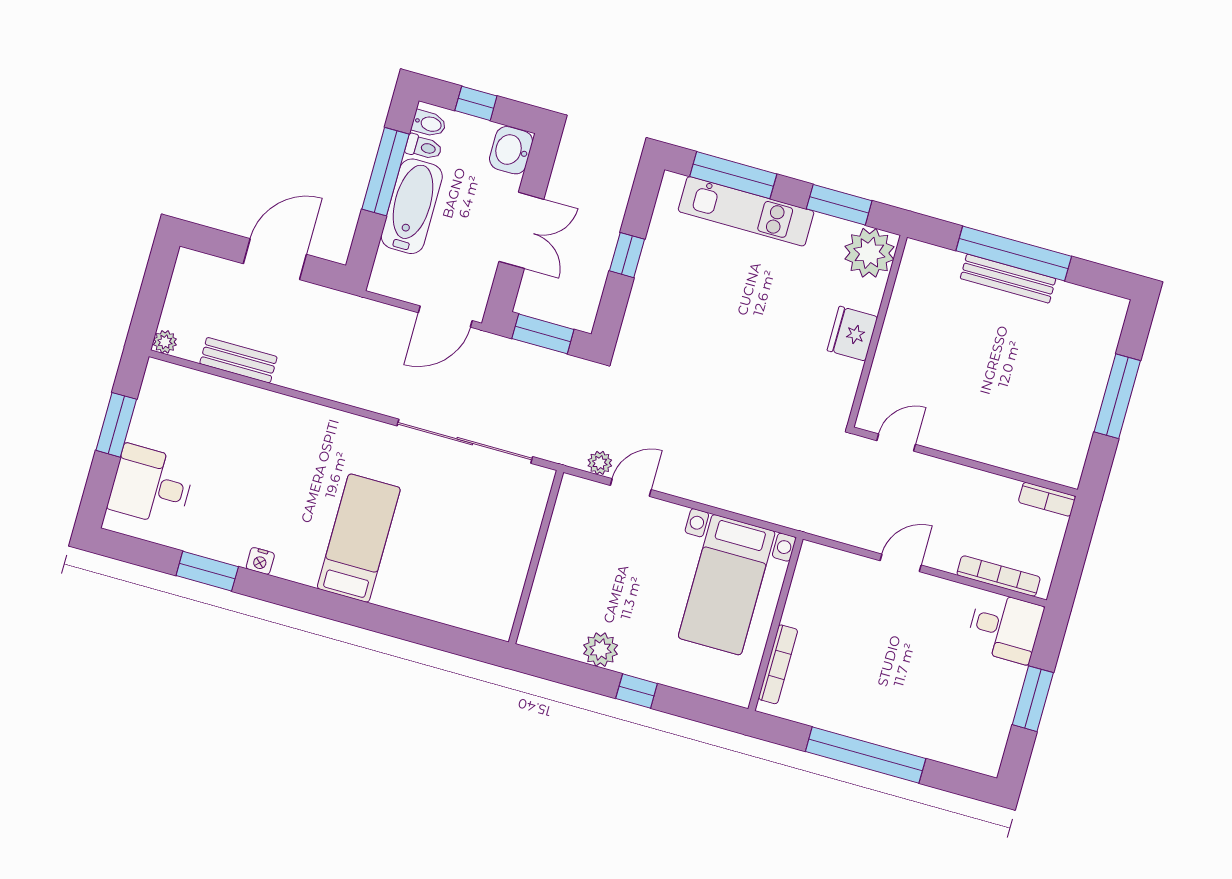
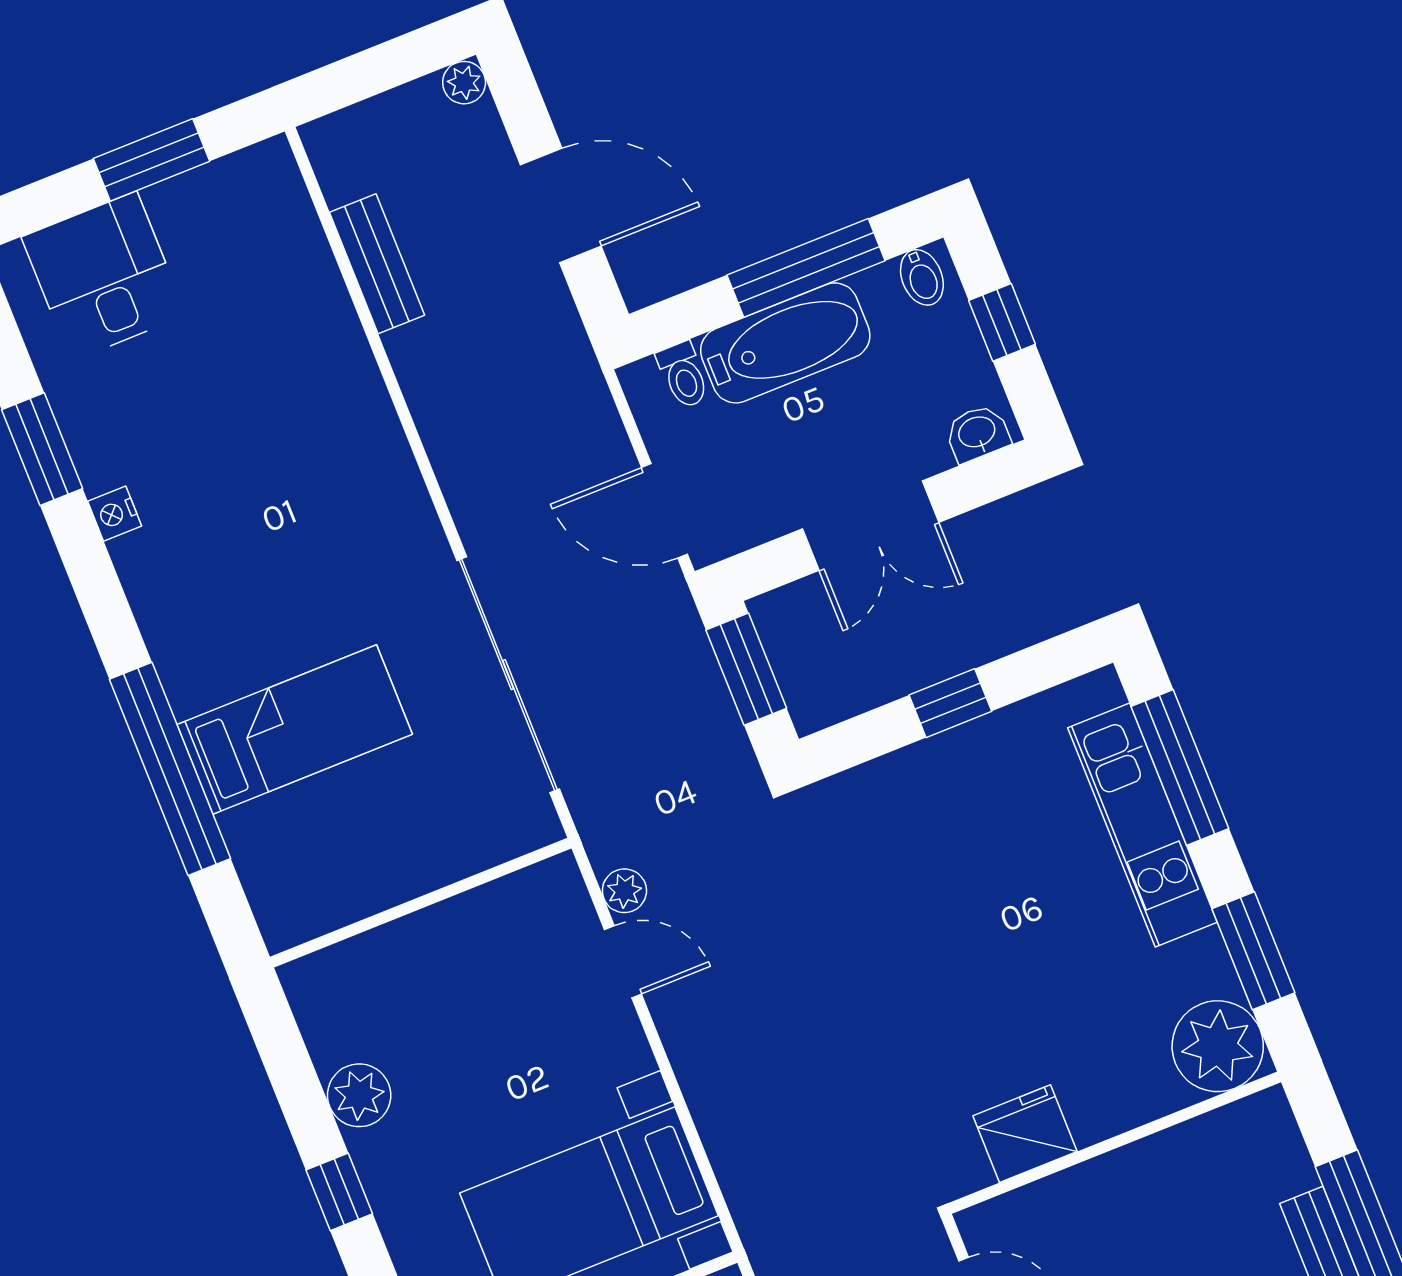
toilet: (424, 147) -> (683, 375), moved
washbasin: (511, 150) -> (977, 433), width x0.72, depth x0.69
fridge: (852, 334) -> (1025, 1134), moved
plant: (165, 342) -> (464, 83), moved
bed: (359, 538) -> (295, 729), moved
window: (392, 623) -> (170, 769), added

